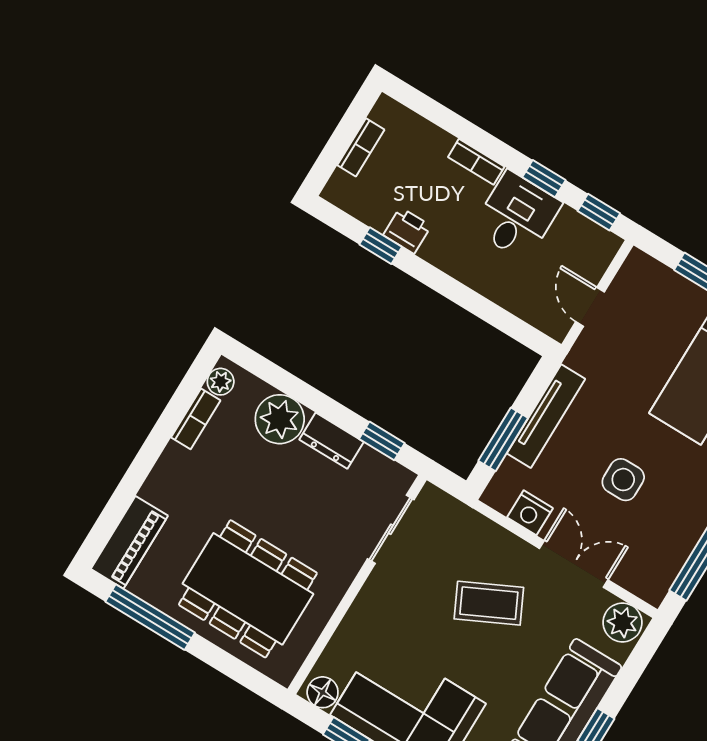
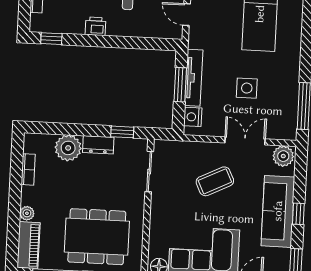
printer: (407, 230) -> (96, 26), moved
window: (381, 246) -> (51, 39), moved
plant: (221, 382) -> (27, 213), moved
window: (503, 439) -> (180, 85), moved
nightstand: (530, 513) -> (193, 117), moved, turned 90

